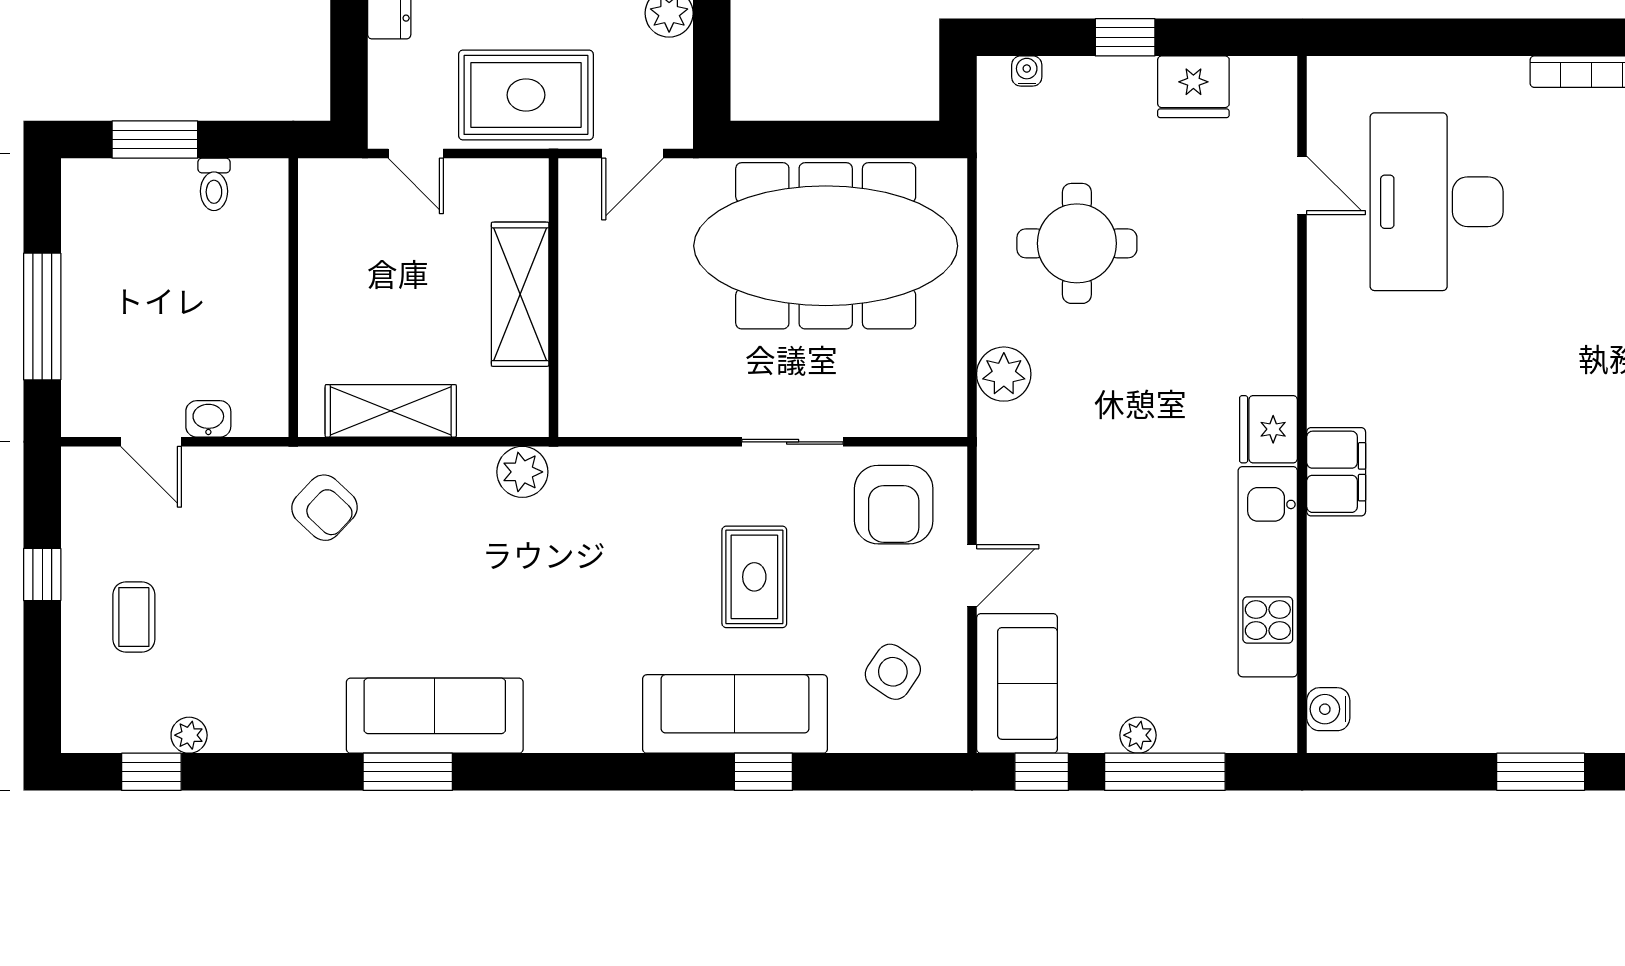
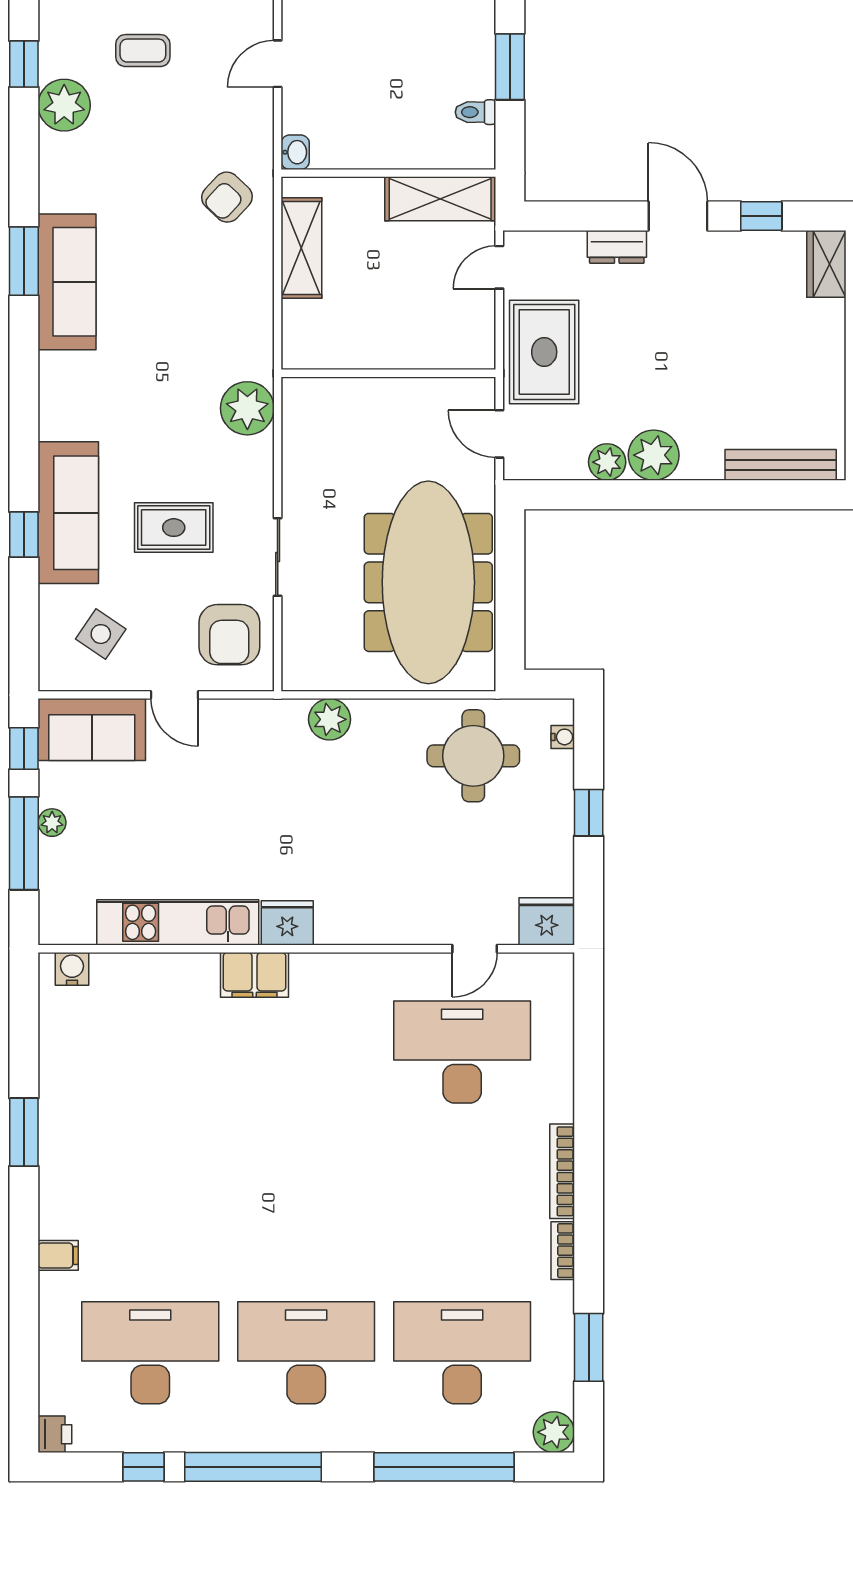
fridge: (1193, 87) -> (547, 921), moved, turned 90
round table: (1077, 243) -> (473, 756), moved
shelving: (520, 294) -> (440, 199), moved
washbasin: (208, 419) -> (295, 152), moved
plant: (522, 472) -> (247, 408), moved, width x1.36, depth x1.36
armchair: (894, 505) -> (229, 635), turned -90
plant: (189, 735) -> (64, 105), width x1.87, depth x1.87

